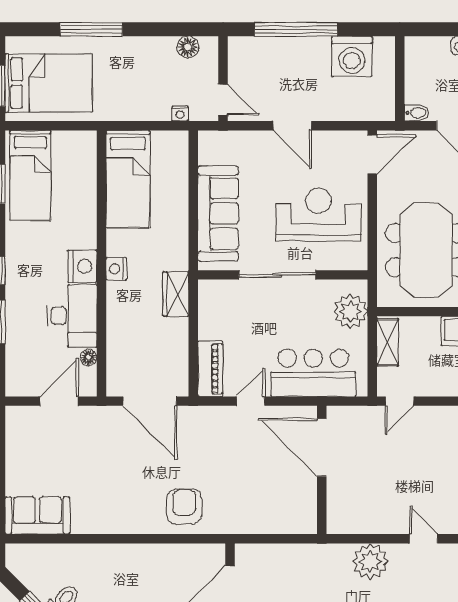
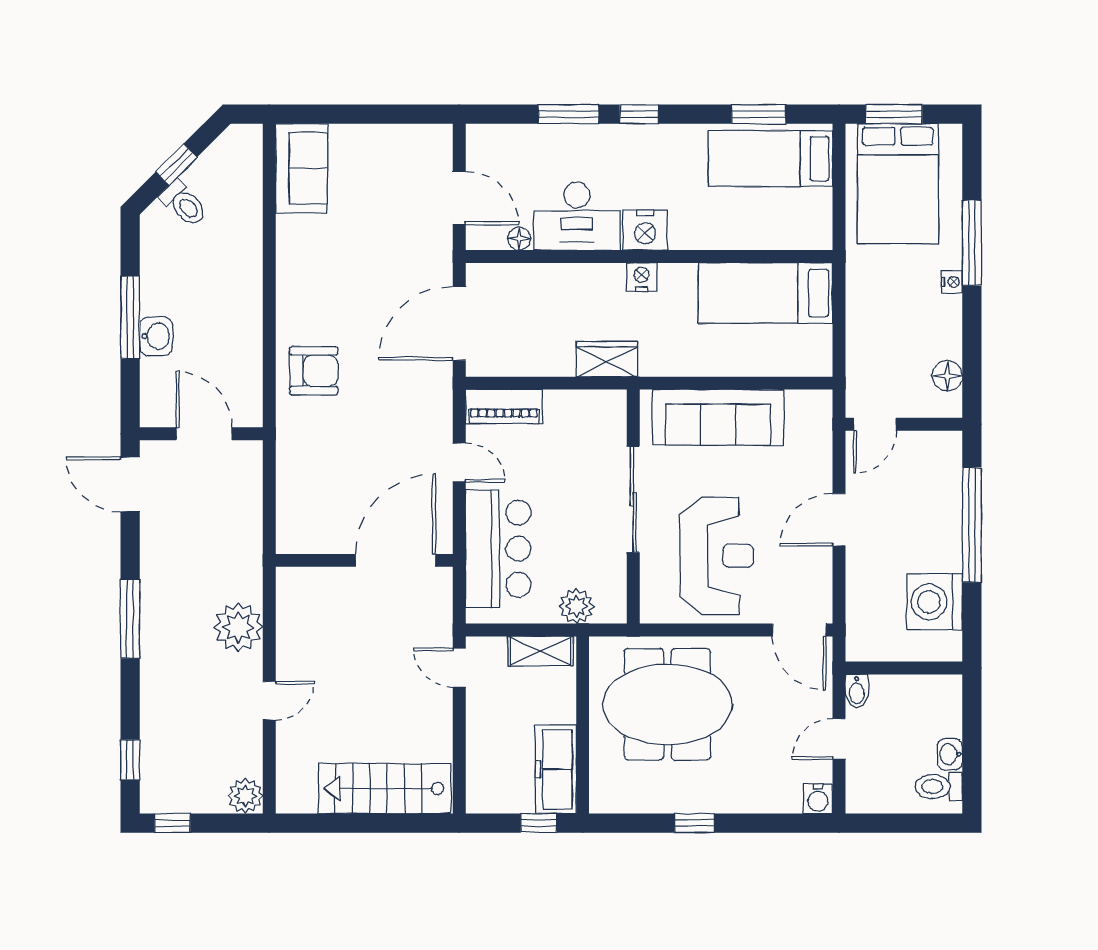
nightstand: (180, 113) -> (952, 282), moved, turned 180
plant: (350, 311) -> (577, 606), width x0.73, depth x0.73

